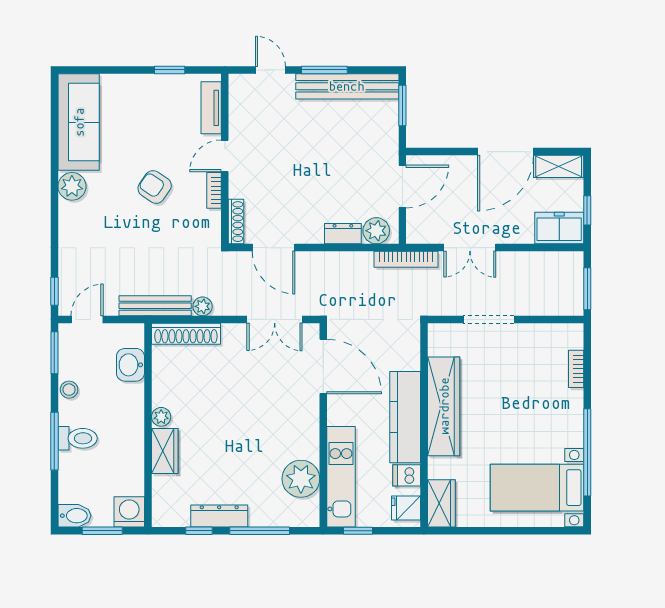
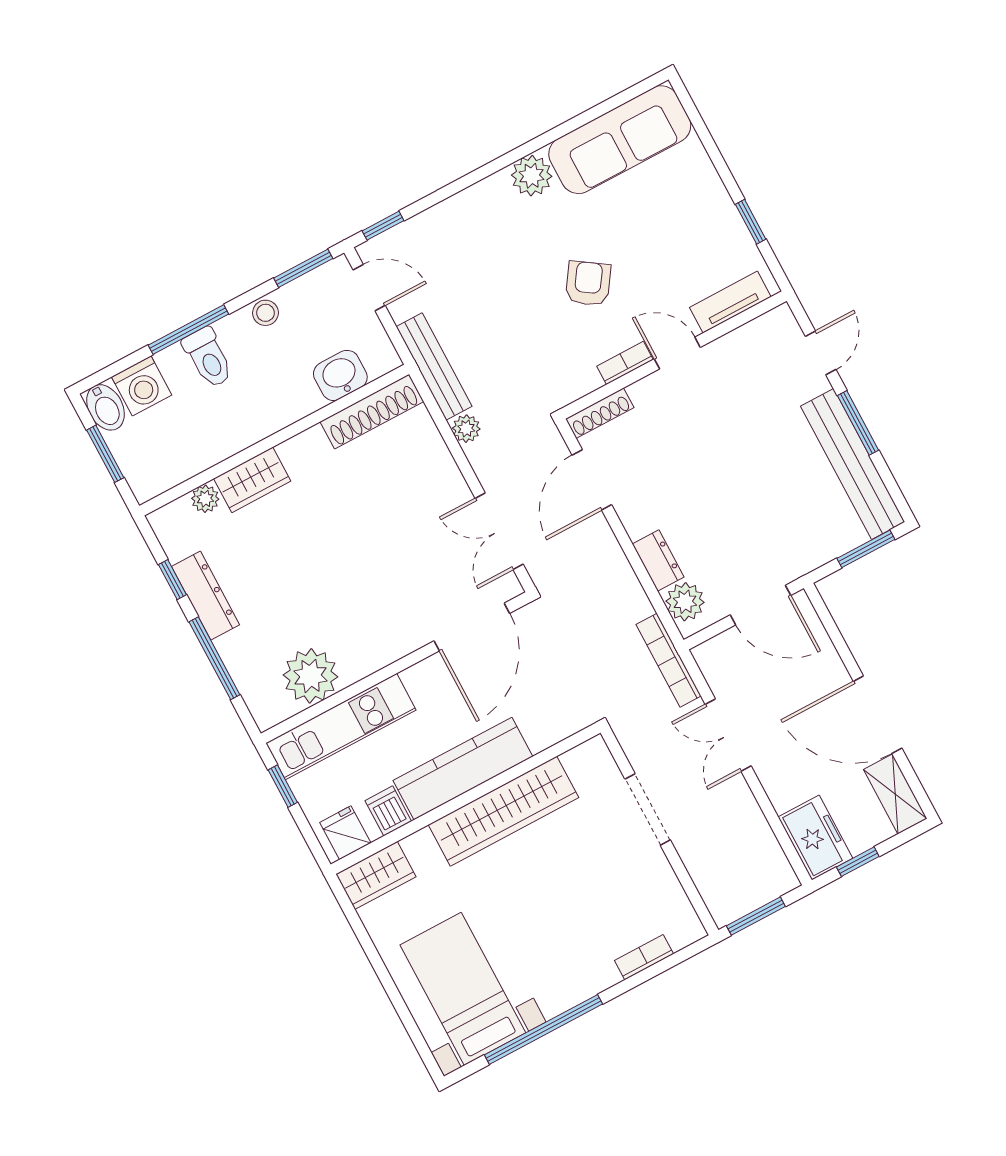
shoe rack: (186, 334) -> (372, 412), moved, turned -90
plant: (161, 417) -> (205, 499), moved
washing machine: (129, 512) -> (142, 386), moved, turned 90

